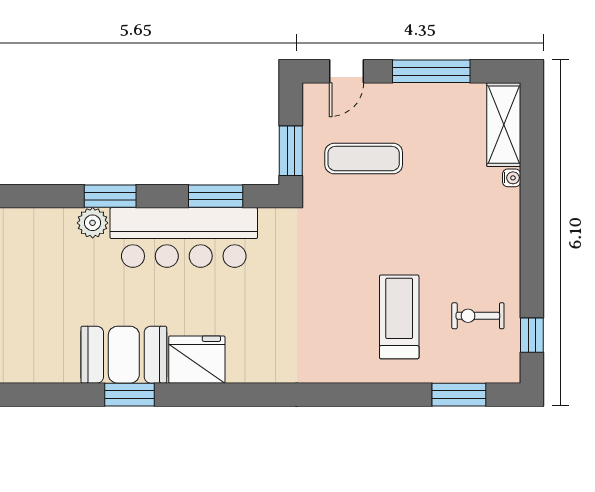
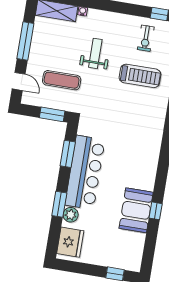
exercise mat: (364, 159) -> (62, 80), turned 90
weight bench: (430, 218) -> (95, 53), added
treadmill: (399, 317) -> (140, 76), turned 180
fridge: (197, 360) -> (70, 242), moved, turned 180
window: (129, 395) -> (156, 211), width x0.67

